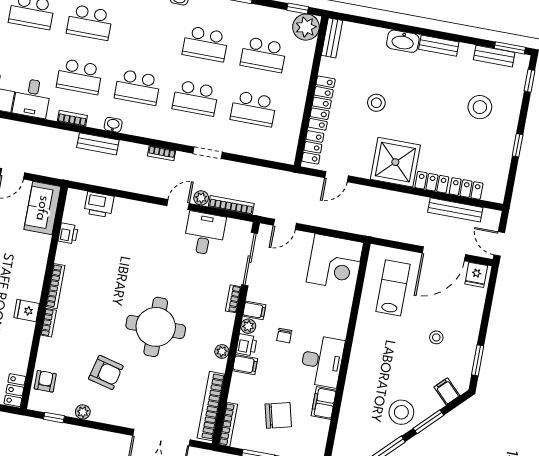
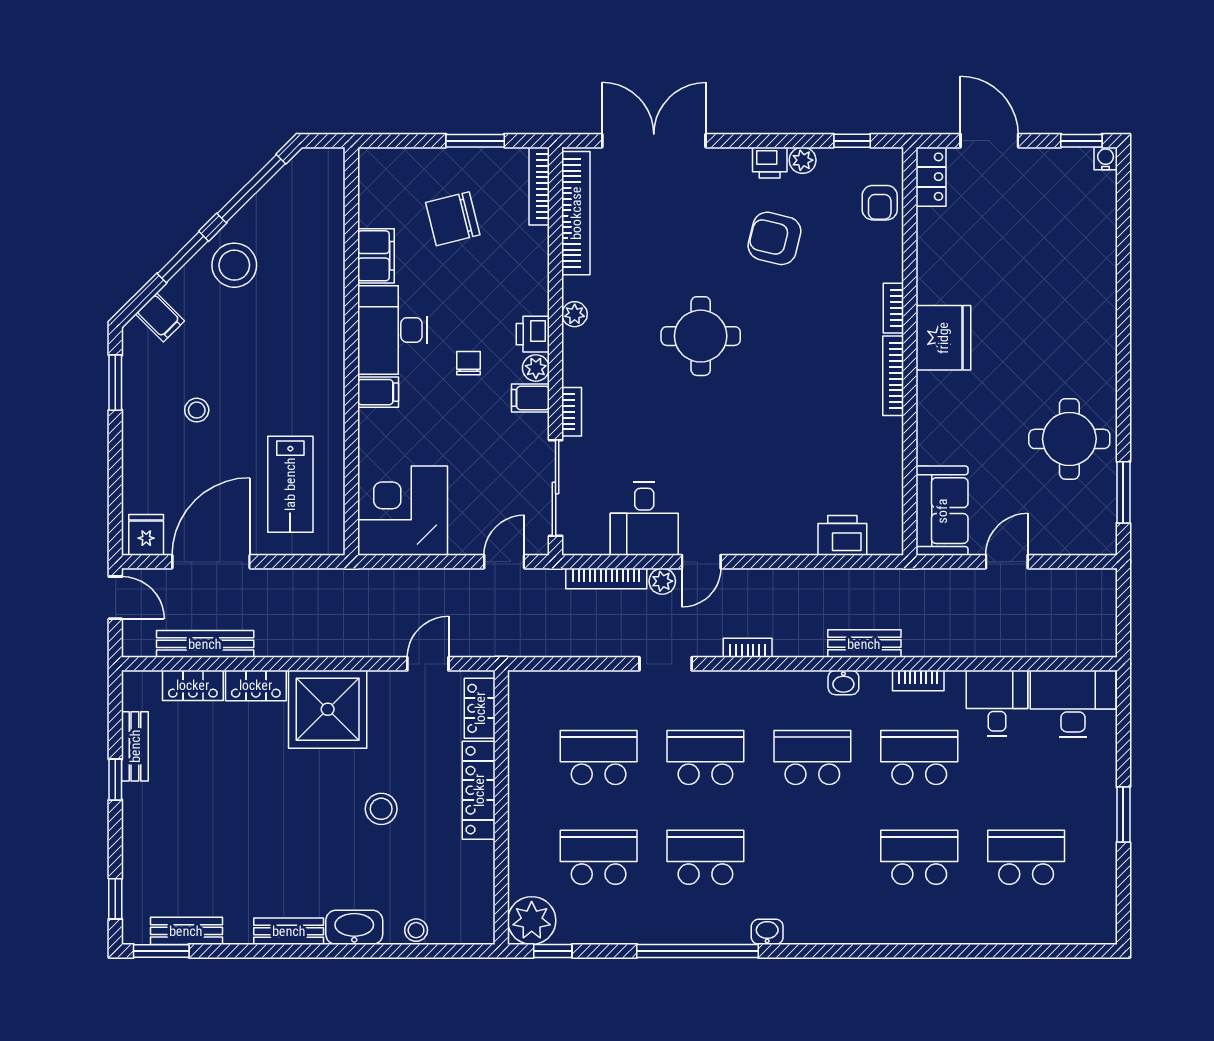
bench: (332, 38) -> (135, 746), moved
stool: (480, 107) -> (416, 930), moved, width x0.53, depth x0.53
printer: (68, 234) -> (770, 163), moved, turned -90
fridge: (27, 311) -> (943, 338), width x1.88, depth x1.34
round table: (156, 327) -> (701, 336), width x0.73, depth x0.73
filing cabinet: (245, 365) -> (378, 392), moved, turned 180

